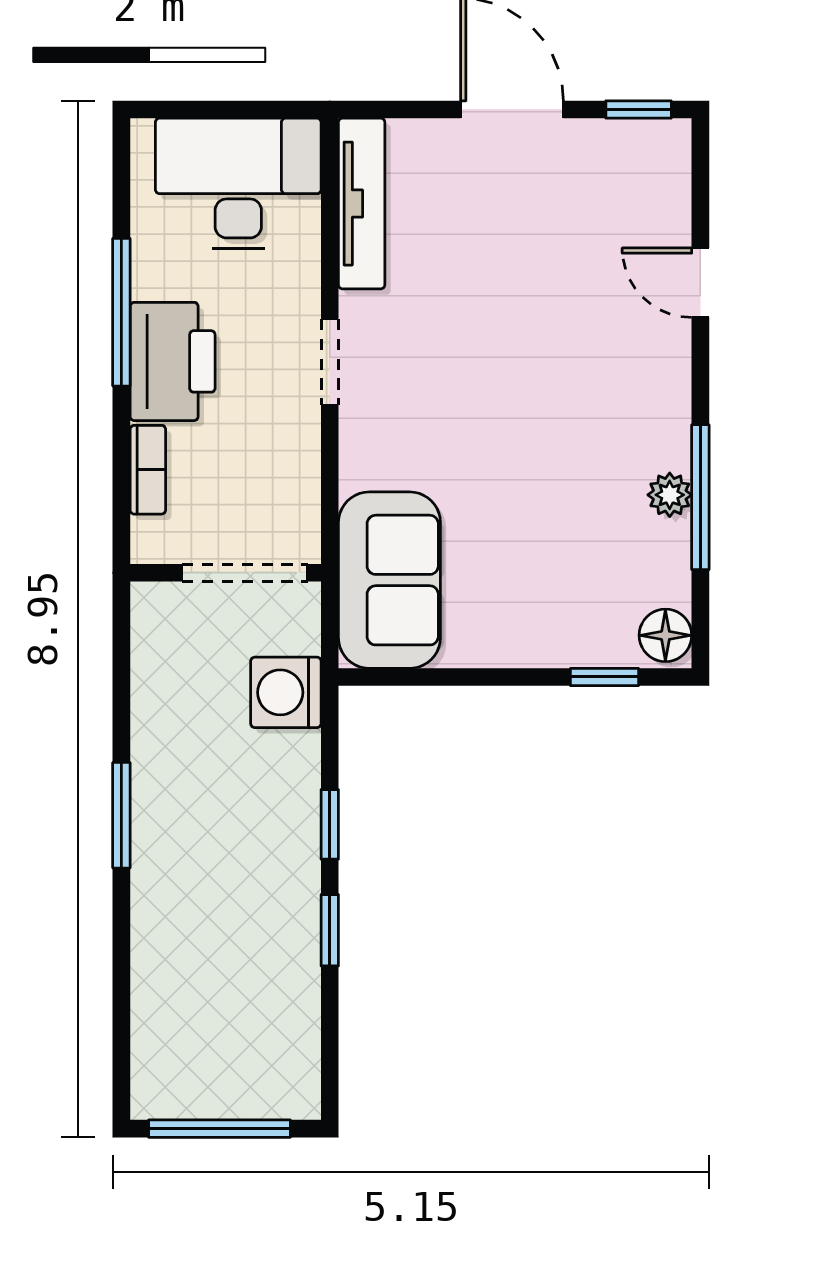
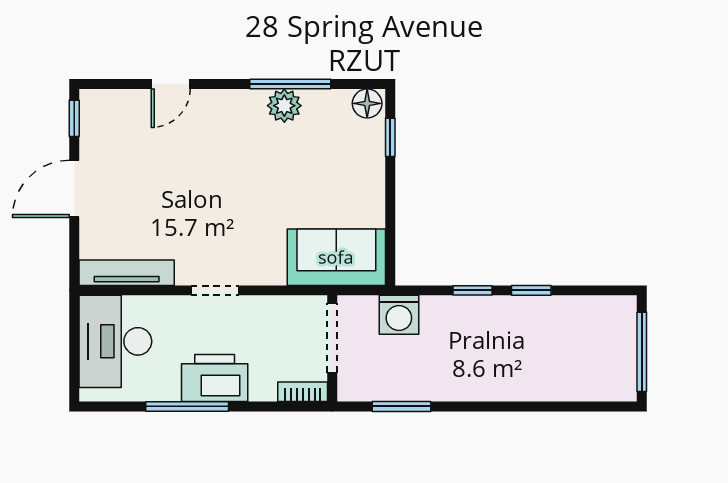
bookcase: (148, 470) -> (303, 392), moved
plant: (670, 495) -> (284, 106), width x1.38, depth x1.38
window: (121, 815) -> (402, 406), moved

